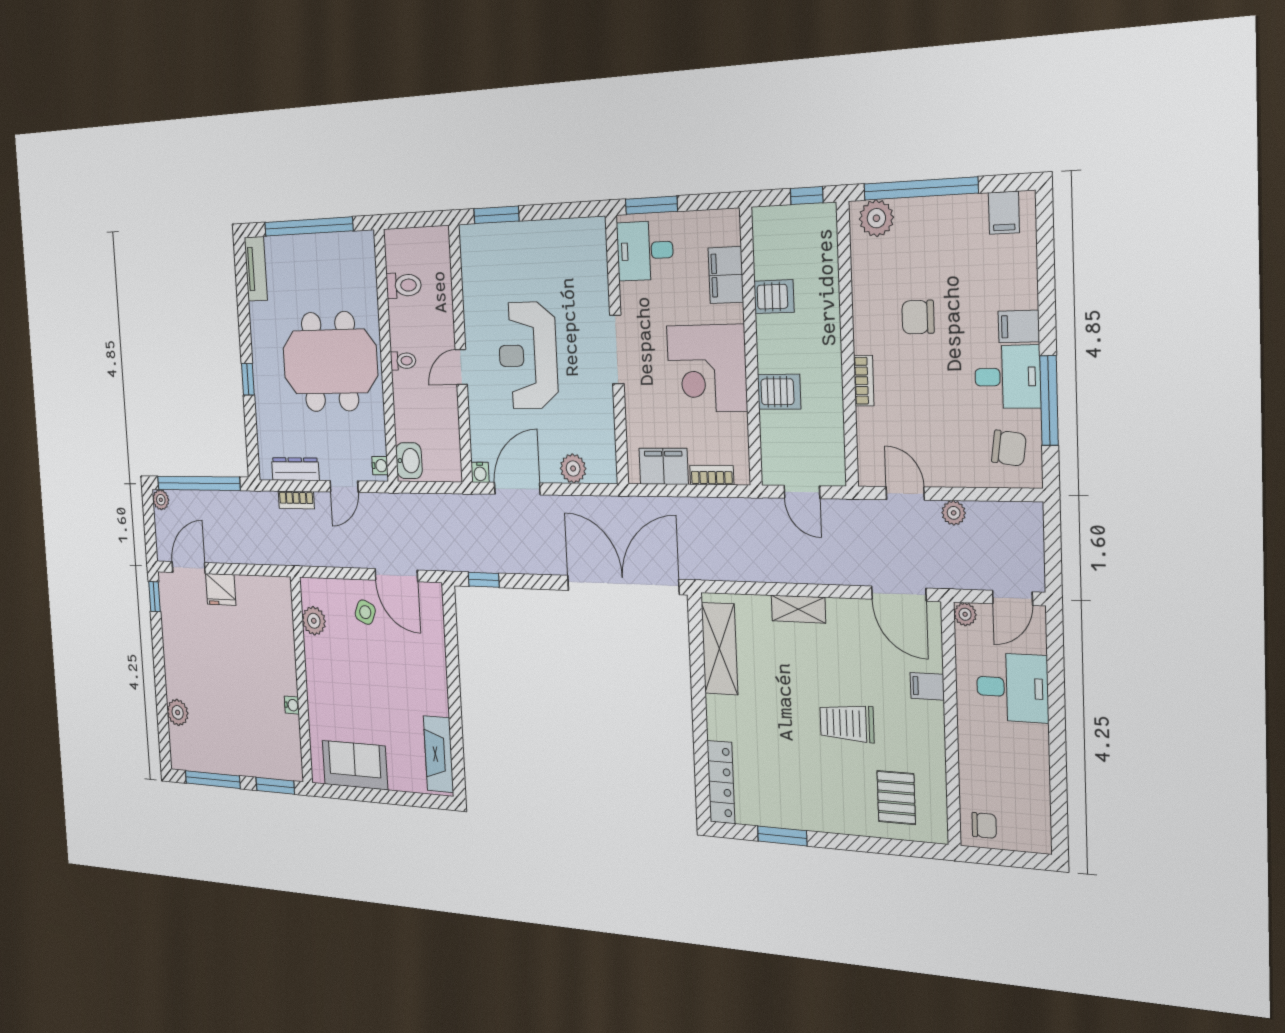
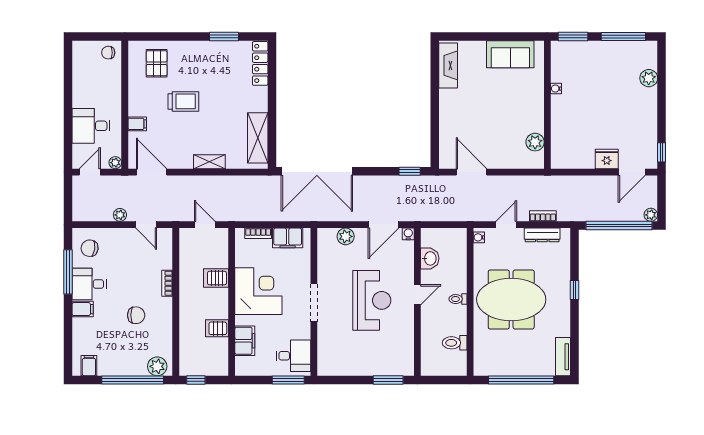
washbasin: (409, 461) -> (430, 258), moved, turned 180
side table: (365, 612) -> (496, 149), removed

